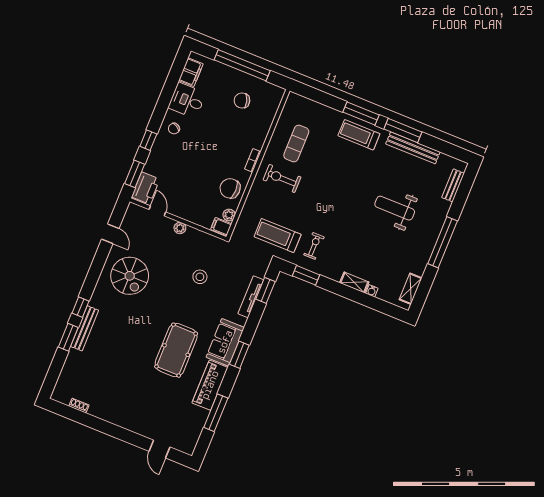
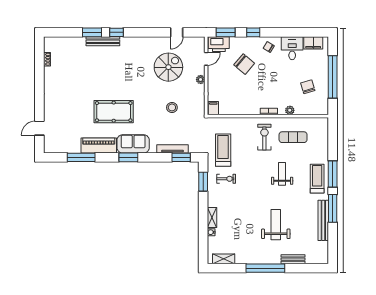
weight bench: (336, 175) -> (282, 174), added
bench: (453, 185) -> (293, 259), moved
chair: (230, 188) -> (244, 64), moved, turned 130
plant: (229, 215) -> (290, 110), moved
spiral stairs: (130, 276) -> (168, 67), moved, turned 180

